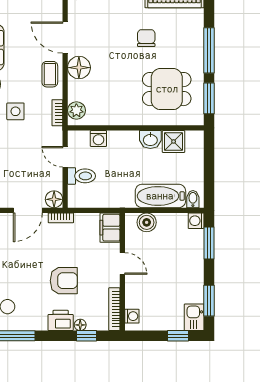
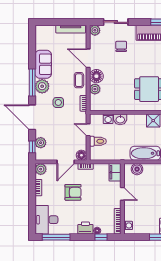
chair: (146, 38) -> (121, 46), moved
plant: (76, 110) -> (95, 89), moved
washbasin: (150, 140) -> (120, 119), moved
armchair: (64, 281) -> (73, 192), moved

